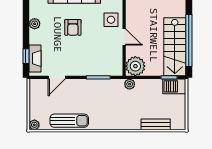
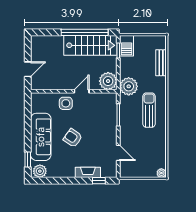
plant: (35, 24) -> (69, 173), removed
armchair: (73, 27) -> (73, 138), turned -145
fireplace: (35, 59) -> (88, 172), moved
plant: (130, 84) -> (129, 86), width x1.88, depth x1.88
sun lounger: (69, 121) -> (149, 110), moved

